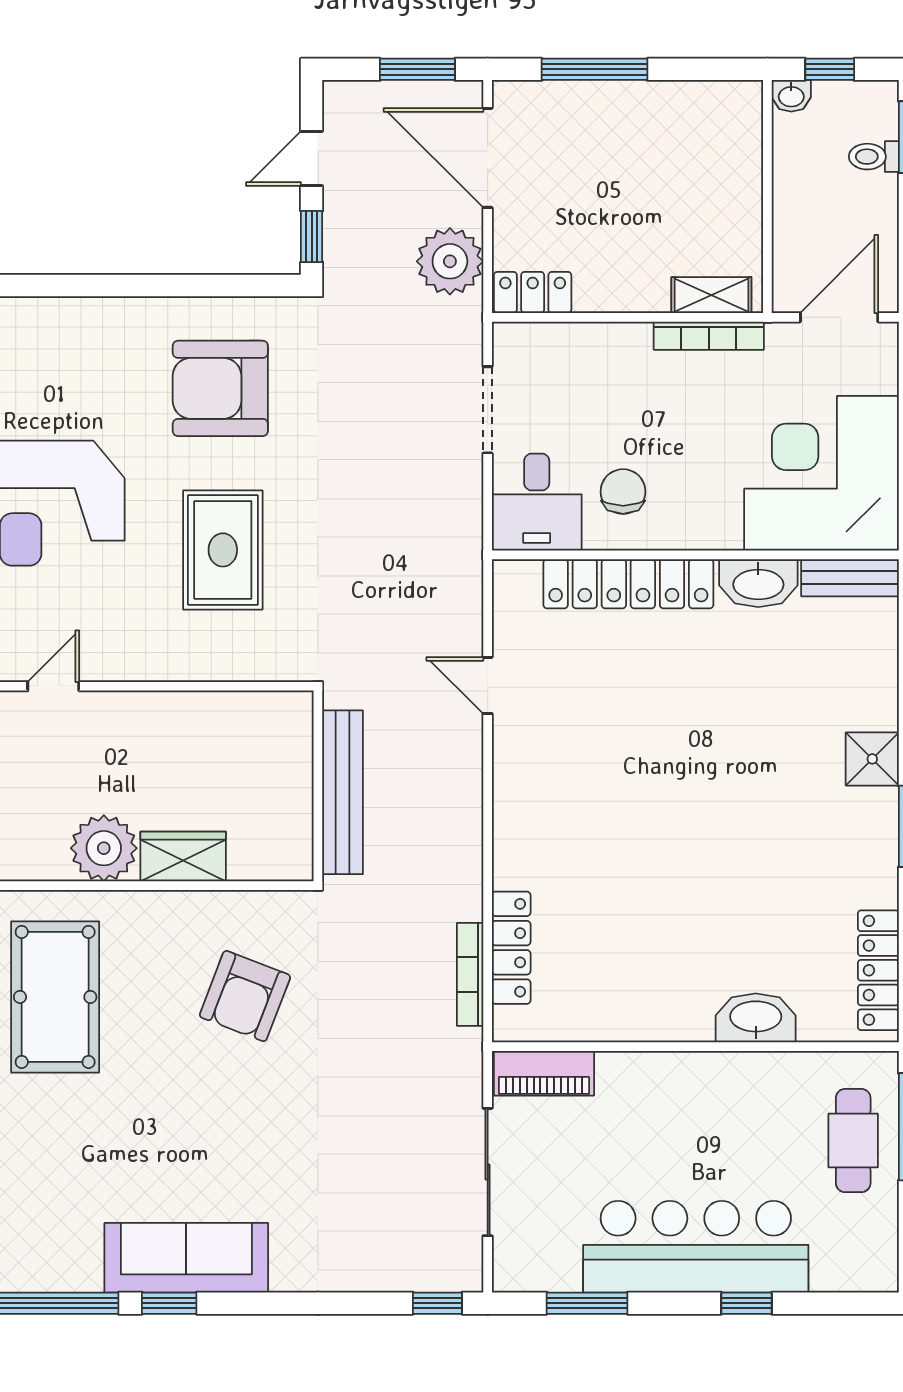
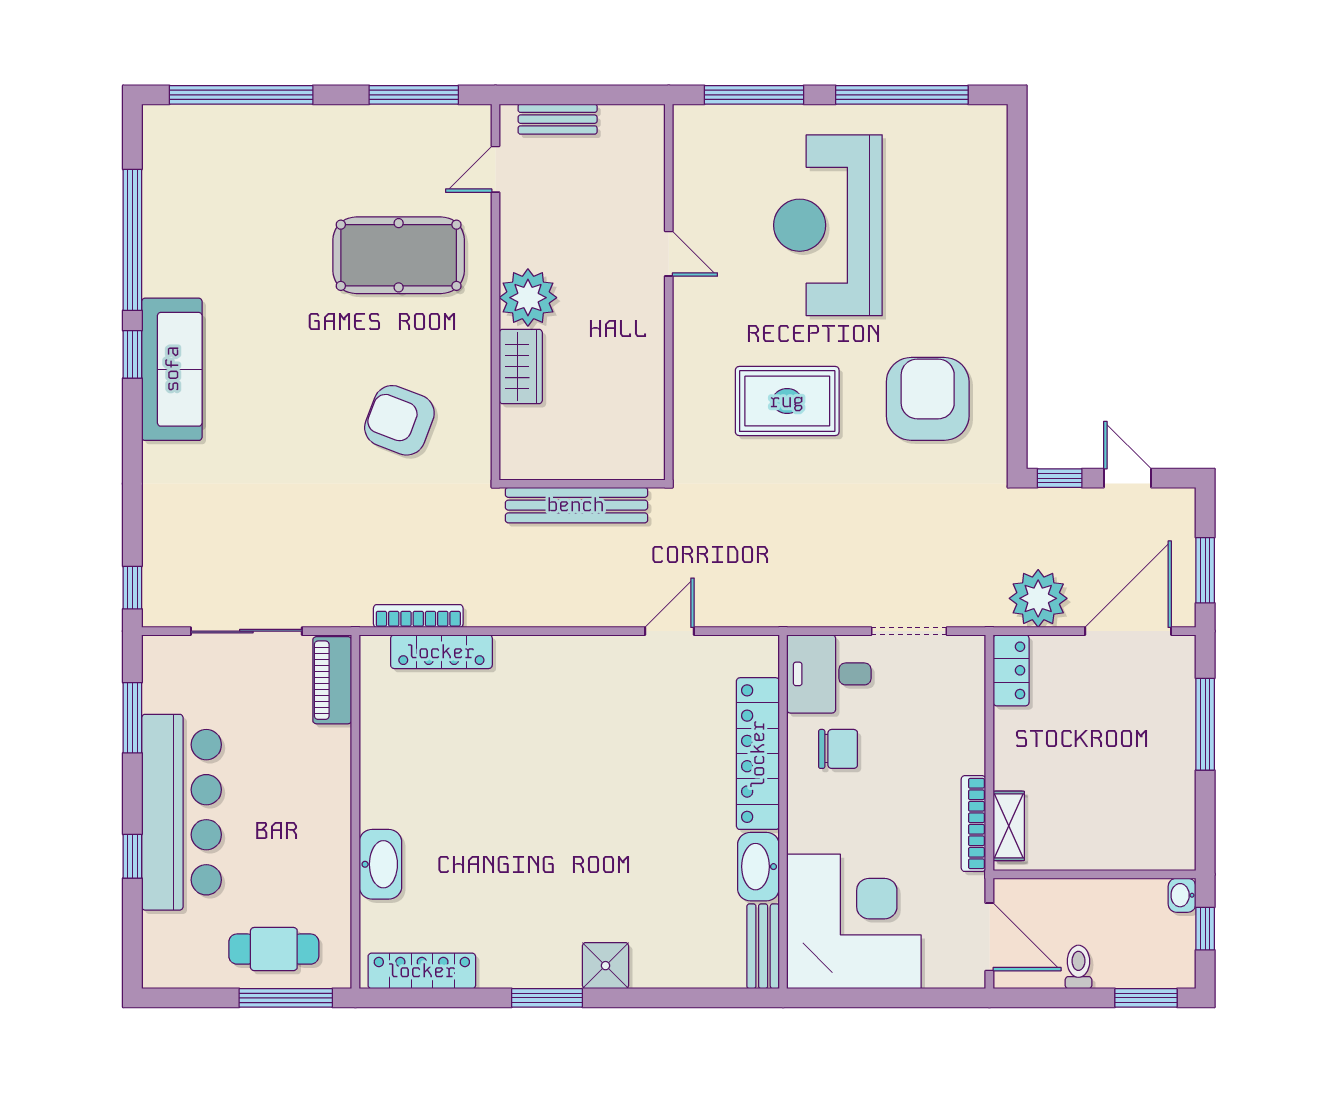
toilet: (874, 157) -> (1078, 967), moved

